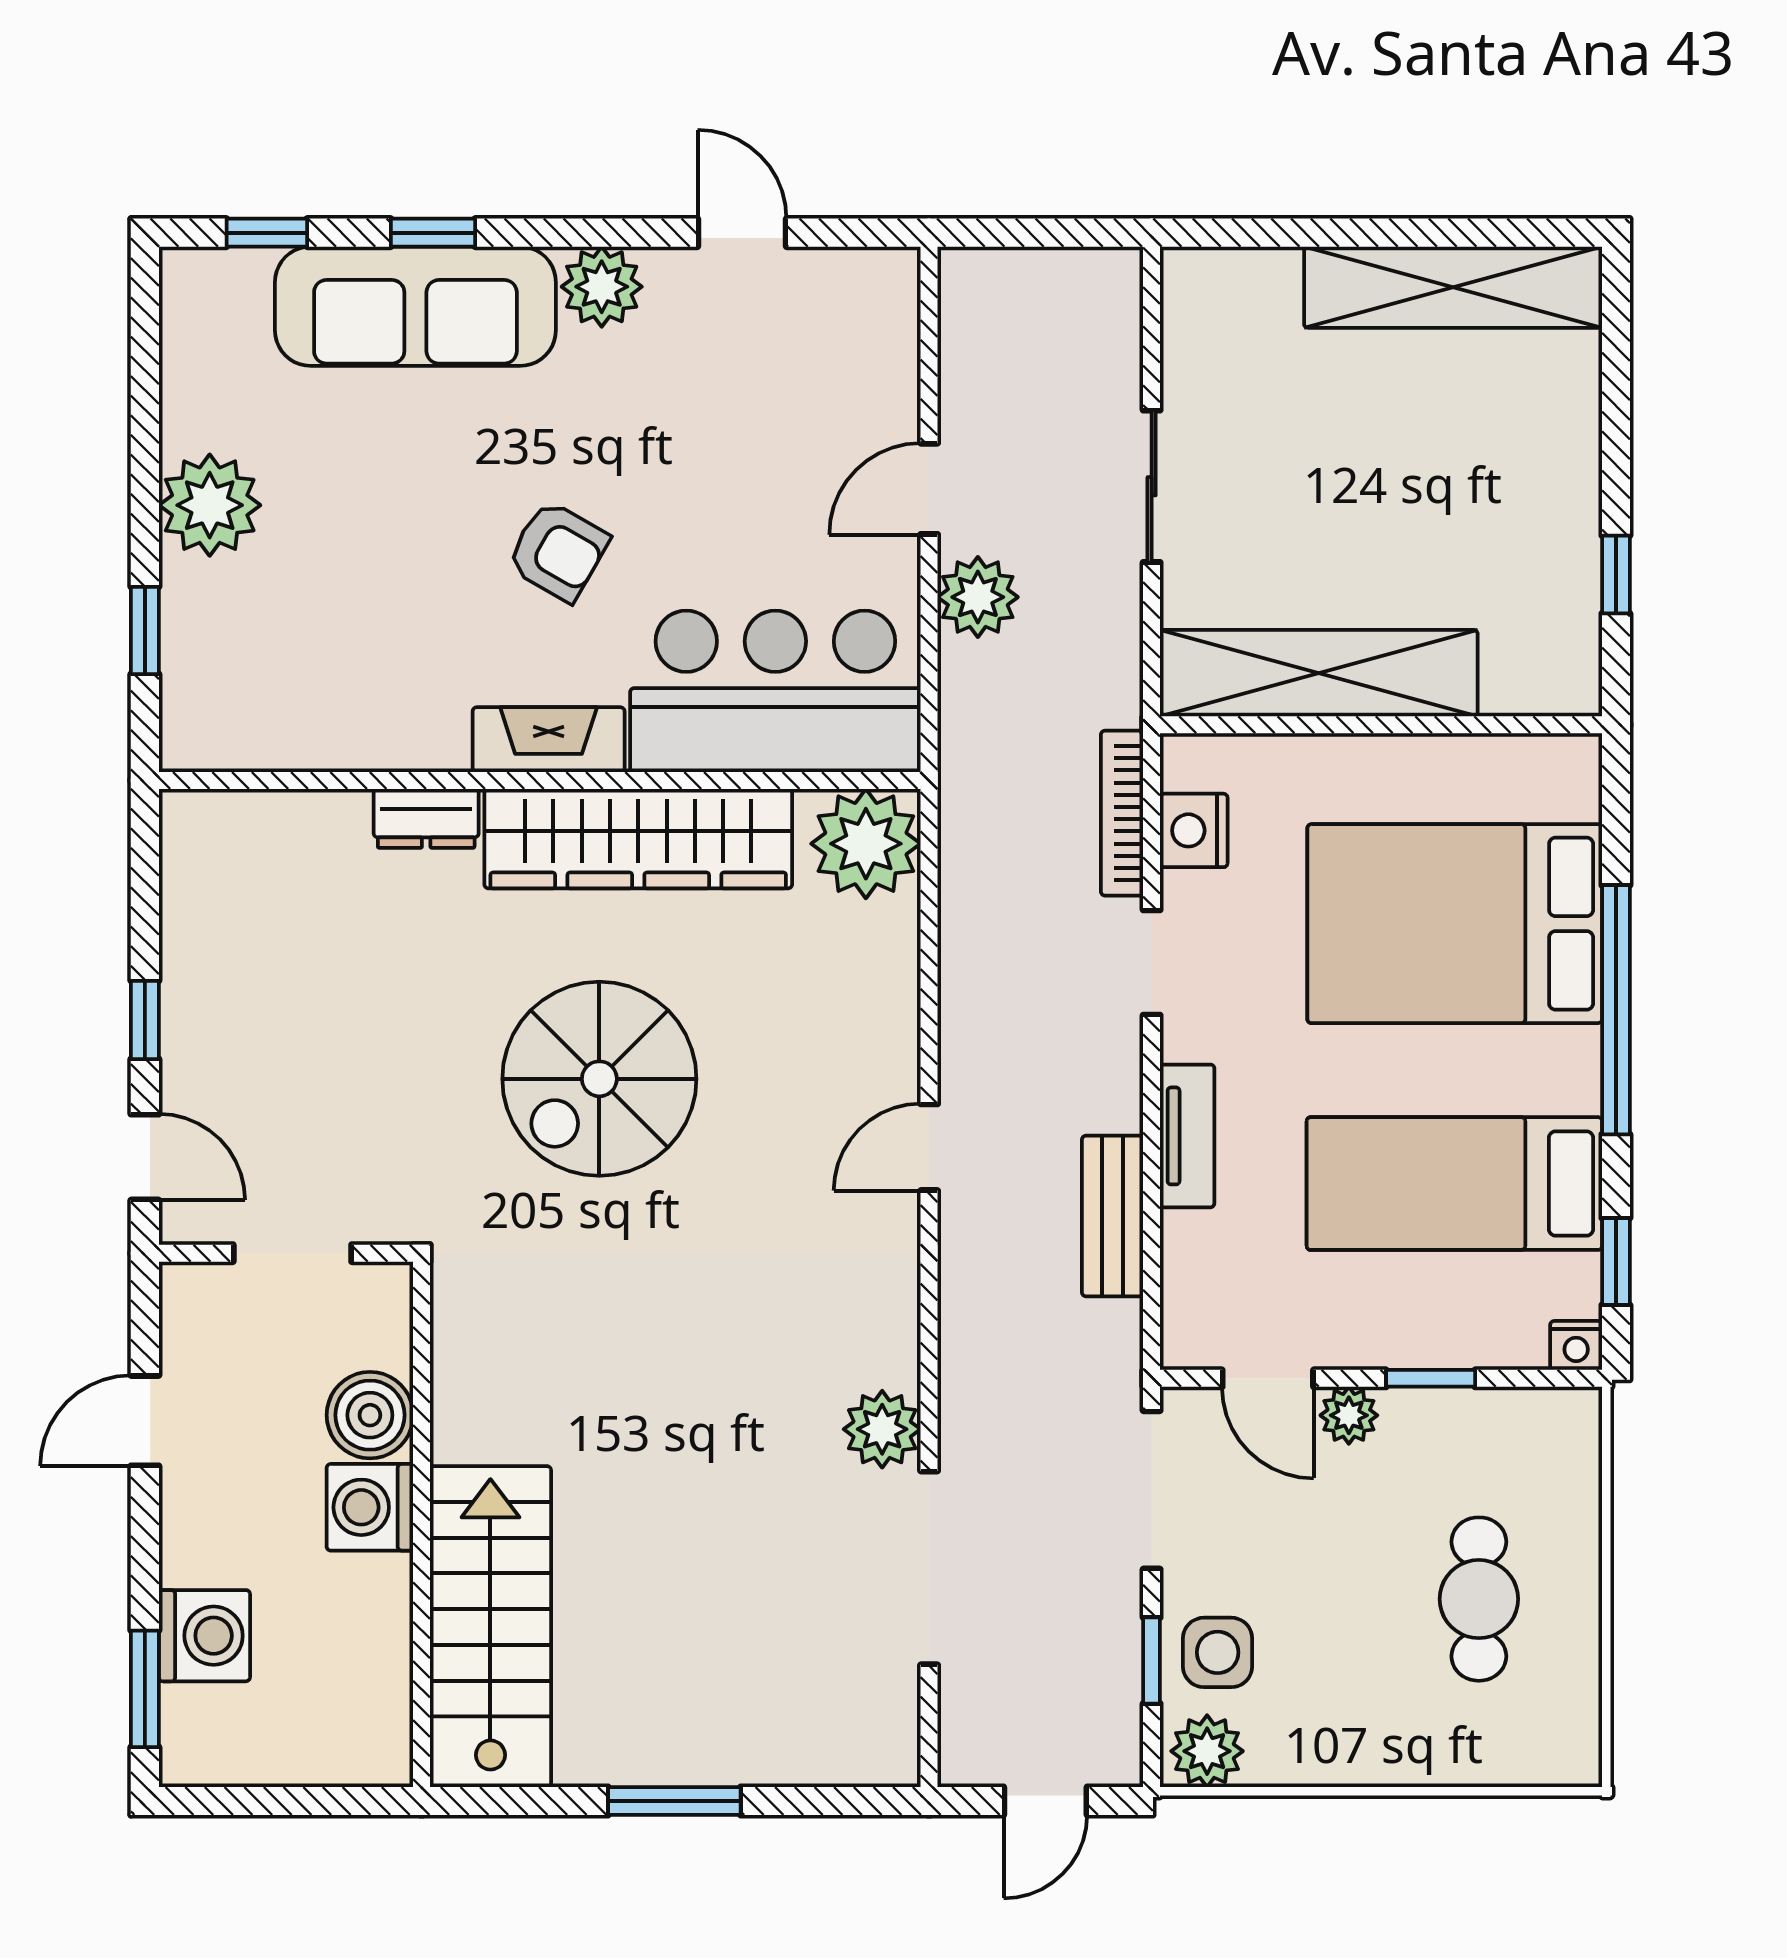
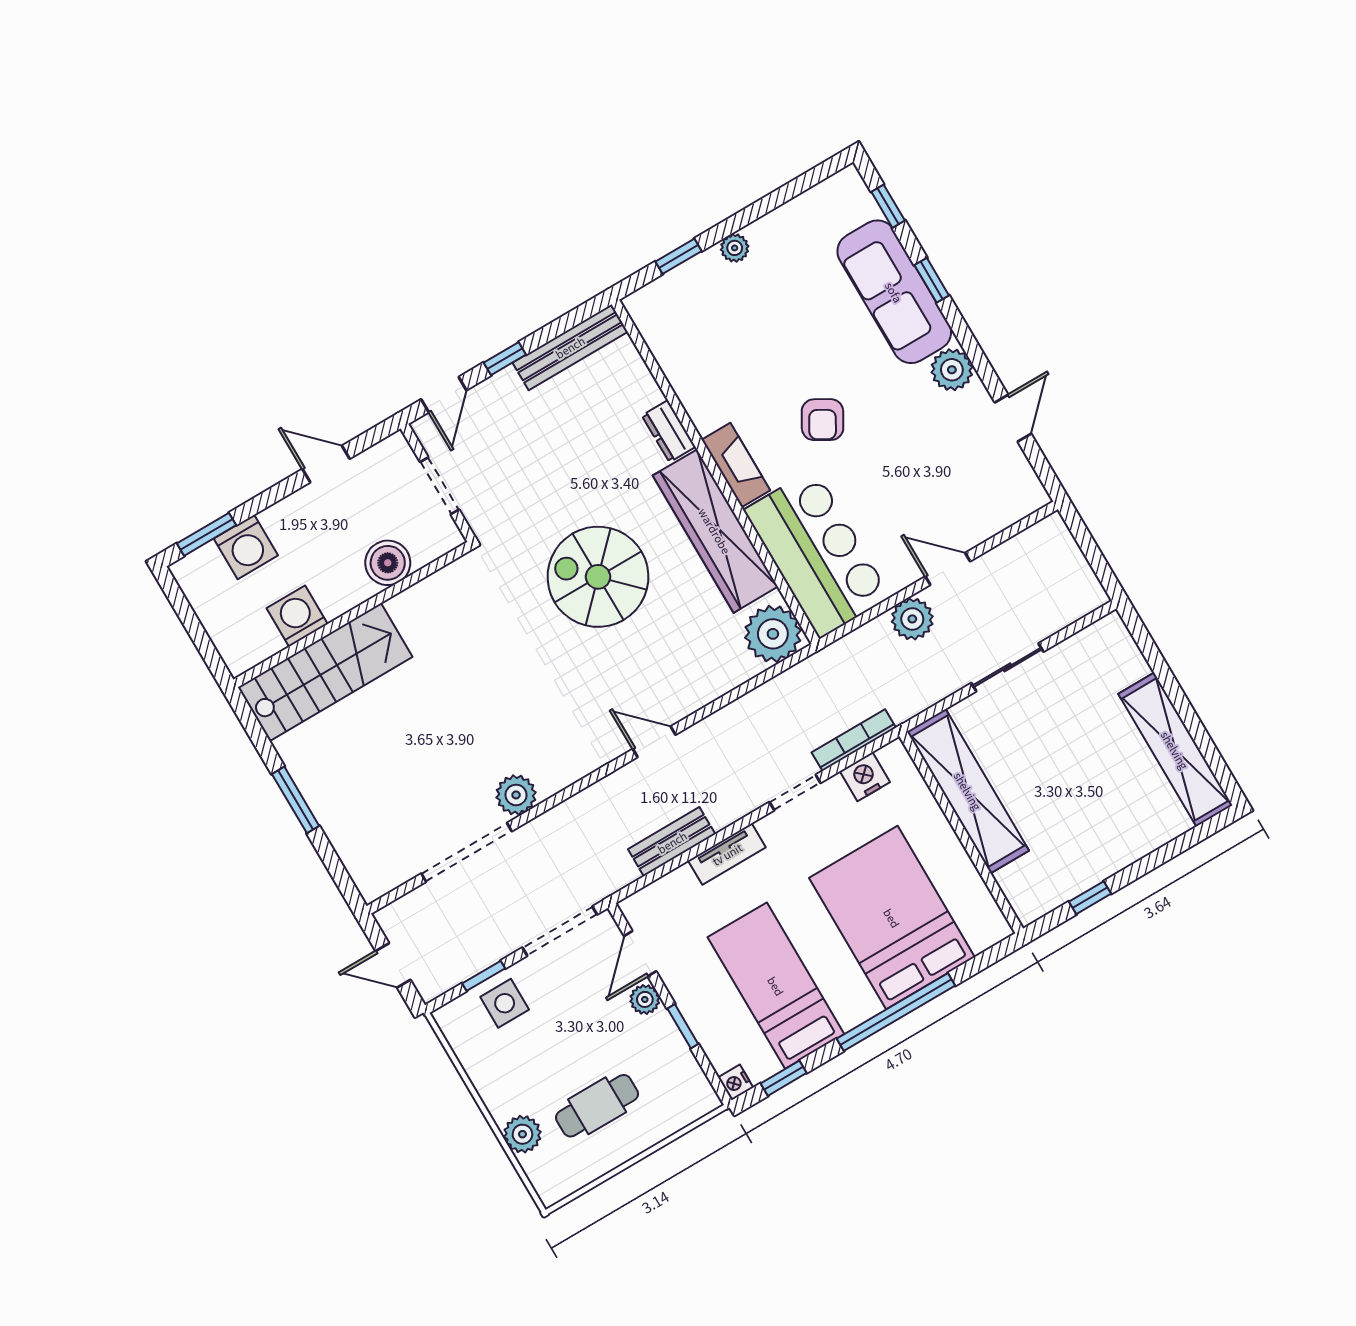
plant: (210, 505) -> (735, 248), width x0.53, depth x0.53
bench: (190, 900) -> (570, 347), added
washing machine: (370, 1507) -> (297, 616), moved
plant: (1207, 1751) -> (522, 1134), moved

